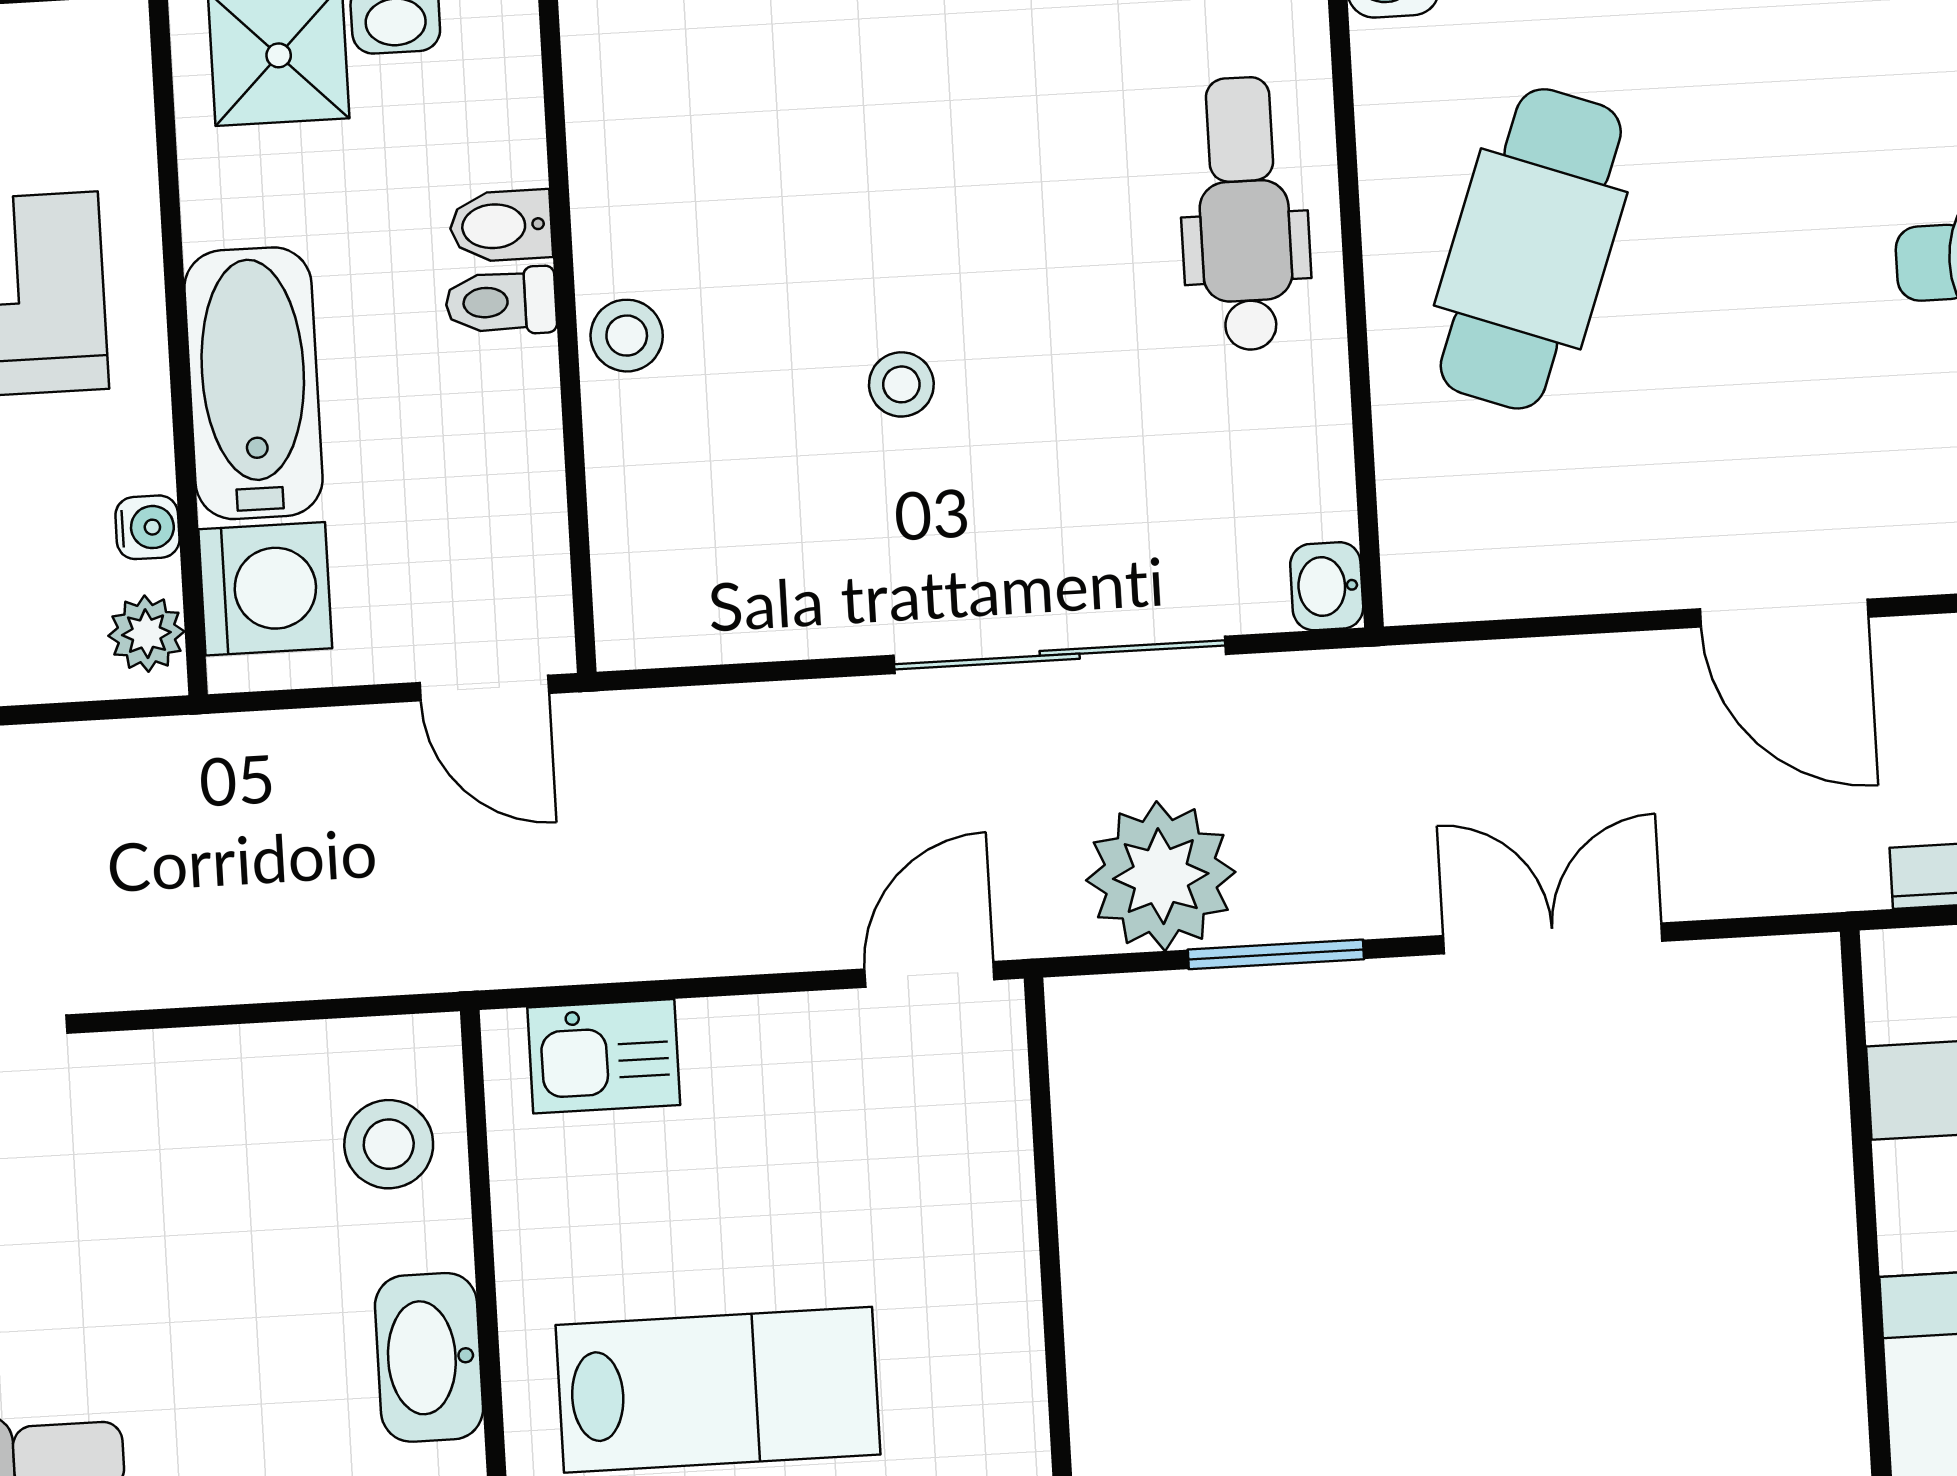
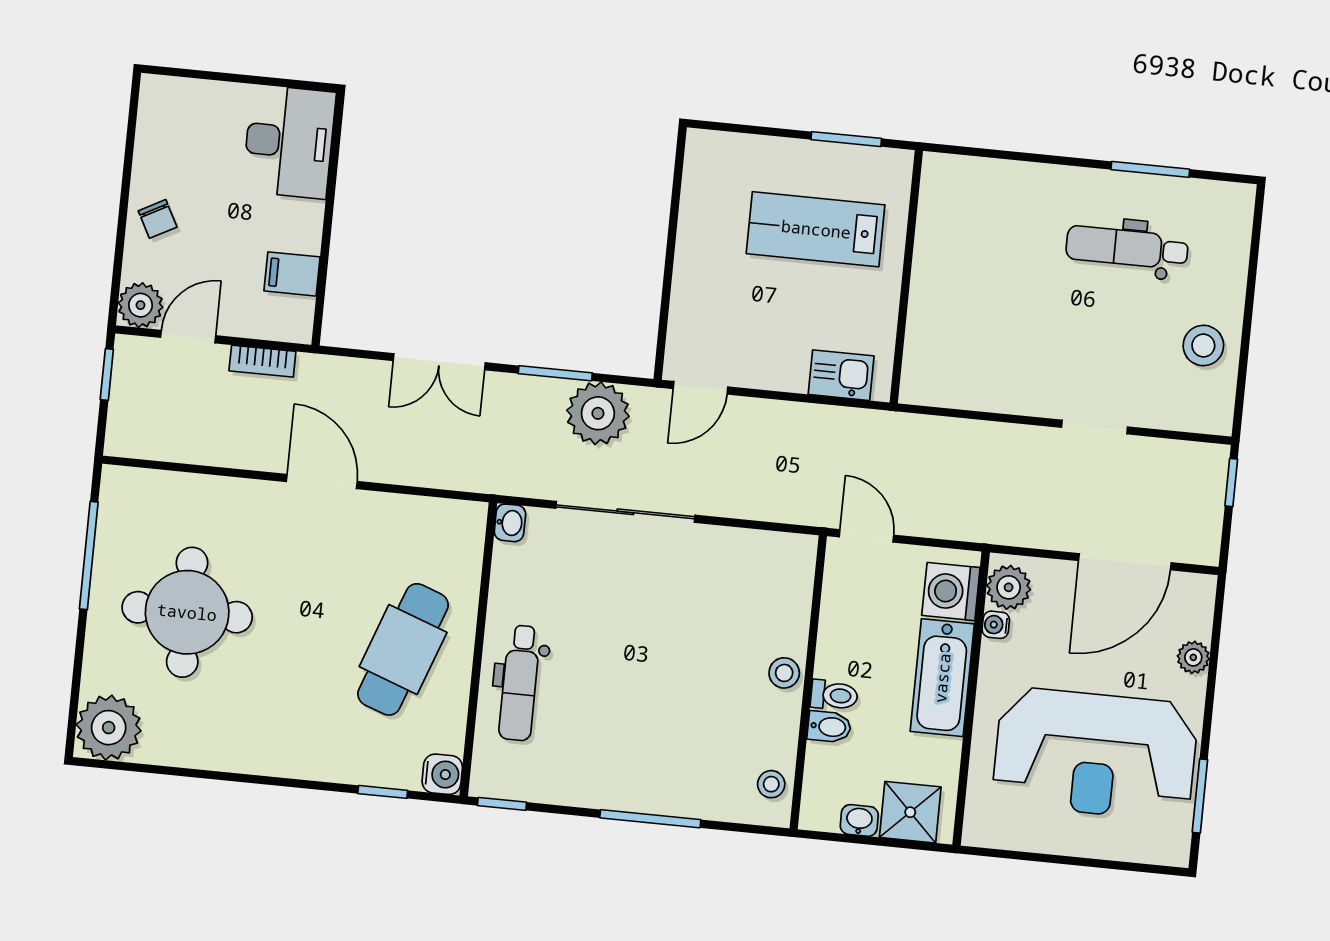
stool: (901, 384) -> (771, 784), moved
plant: (146, 634) -> (1009, 587), width x1.38, depth x1.38
stool: (389, 1144) -> (936, 353), removed
washbasin: (429, 1357) -> (933, 262), removed

